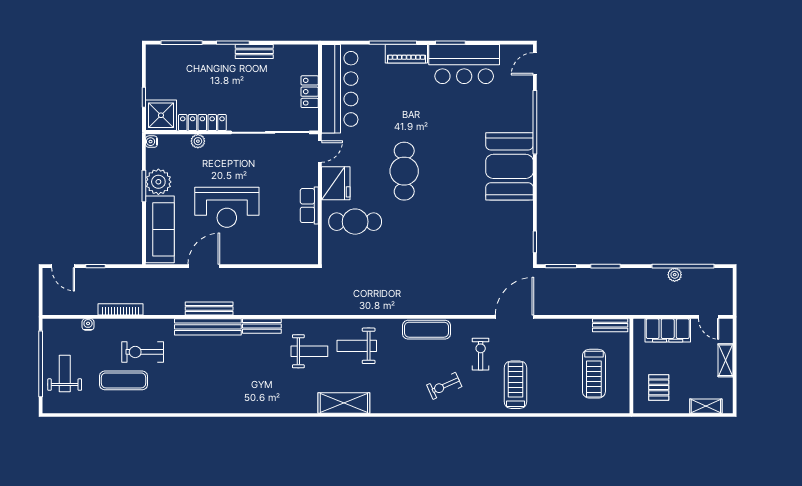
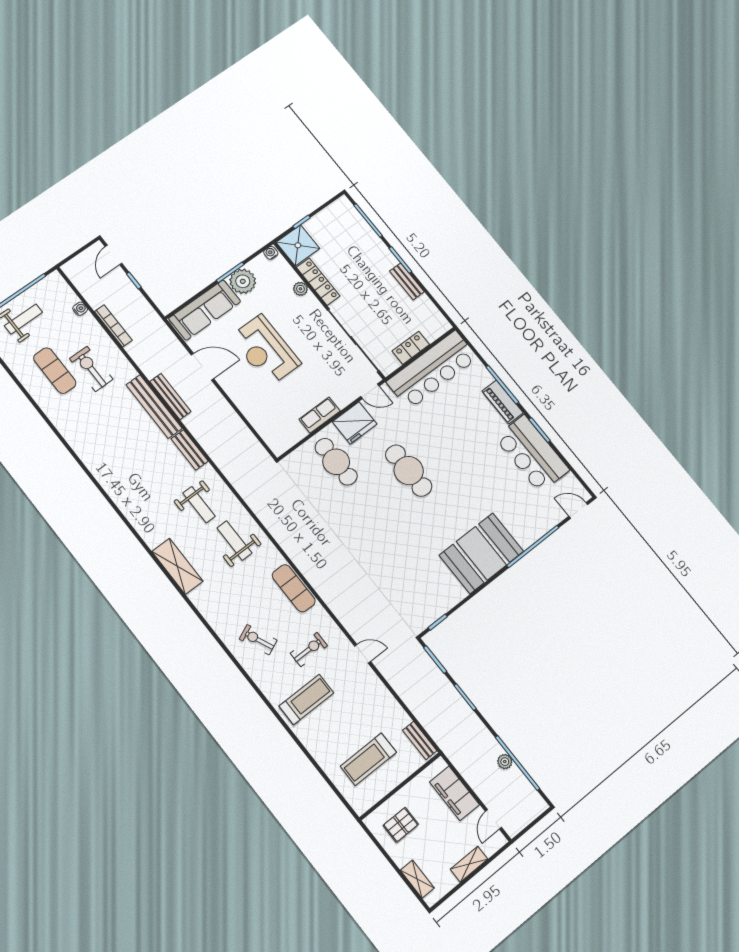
cafe table: (404, 171) -> (409, 471), turned 90
door: (515, 317) -> (363, 654), width x0.53

